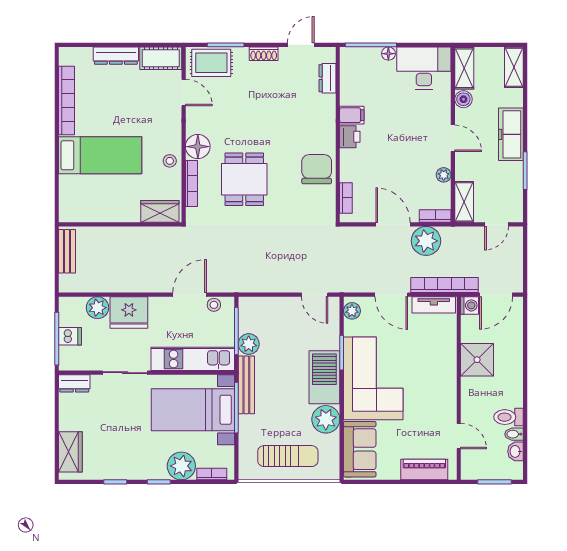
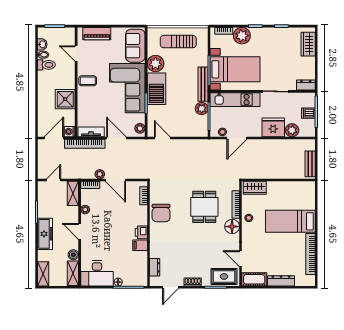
plant: (426, 241) -> (100, 174), width x0.53, depth x0.53
coffee table: (440, 390) -> (88, 81), added

